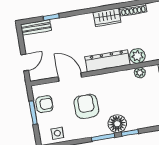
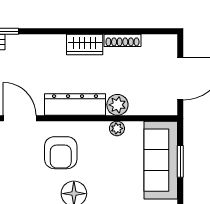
armchair: (86, 106) -> (61, 153), moved, turned 180

